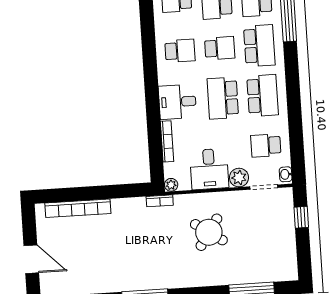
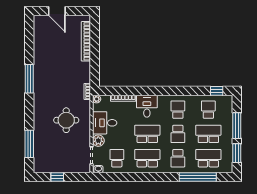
school desk: (259, 46) -> (178, 158), width x0.54
school desk: (180, 51) -> (178, 110), turned 180
school desk: (263, 96) -> (147, 158), turned 180
window: (301, 217) -> (57, 177), moved
round table: (209, 232) -> (66, 120), turned -34
door: (31, 259) -> (57, 11), hinge flipped

